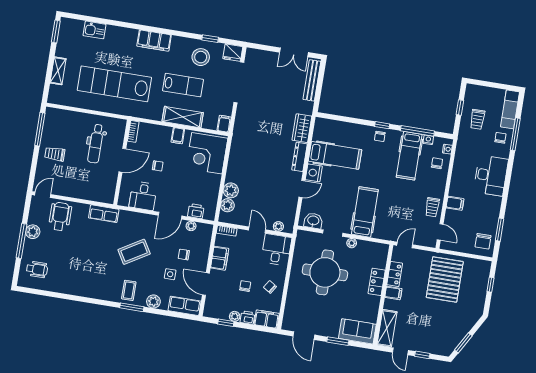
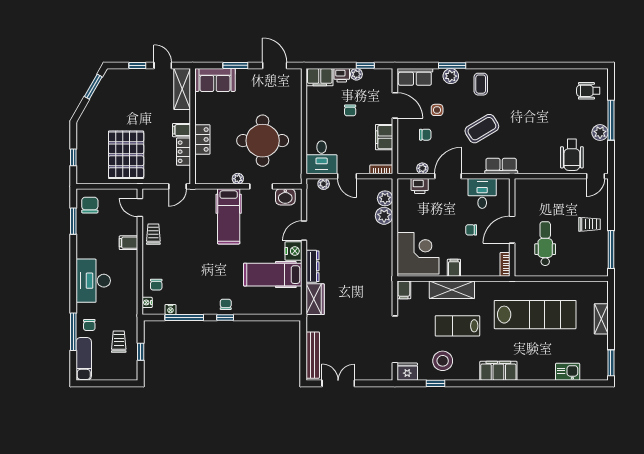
hospital bed: (409, 156) -> (189, 288), removed
row of seats: (104, 214) -> (501, 166), moved
chair: (270, 287) -> (322, 114), removed
window: (132, 307) -> (452, 65), moved

